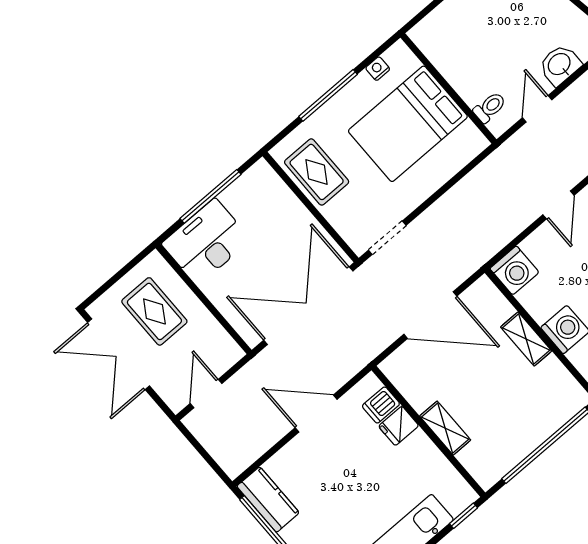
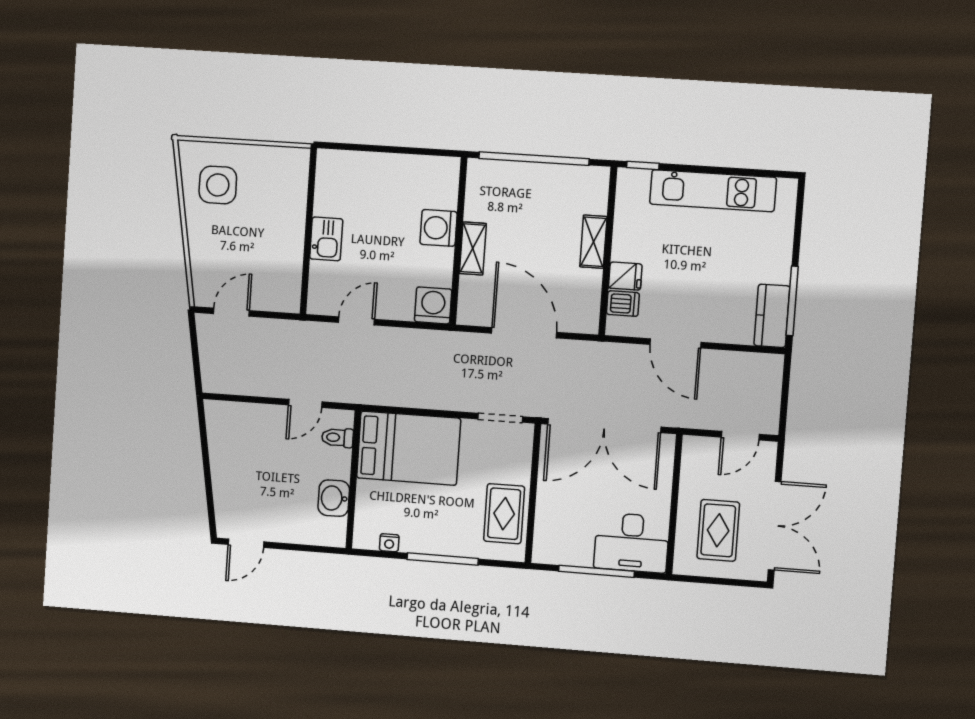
washbasin: (560, 65) -> (334, 498), moved, turned 90
bed: (408, 124) -> (409, 448), moved

